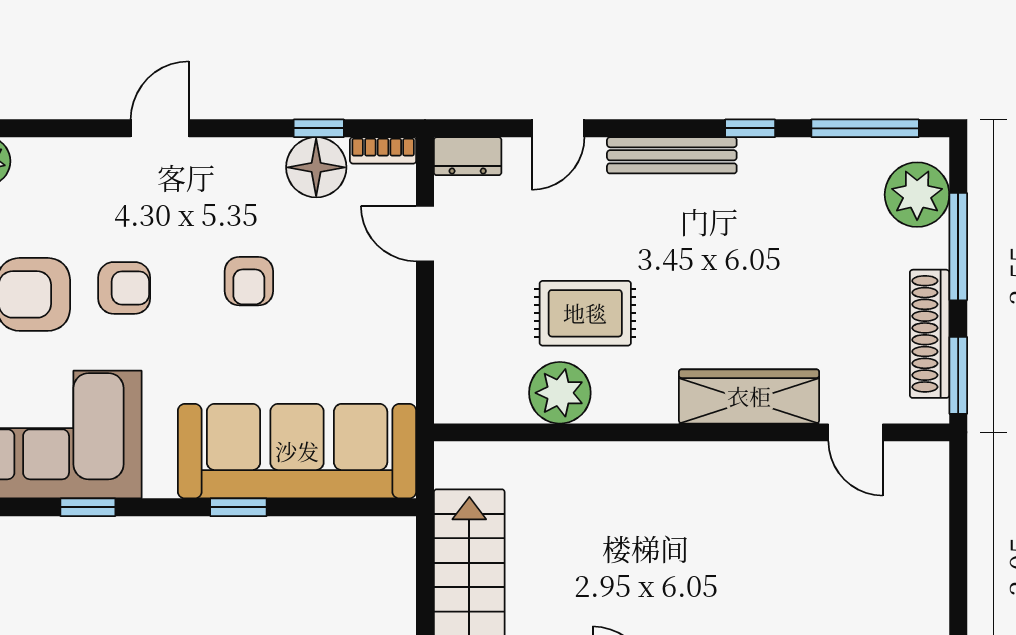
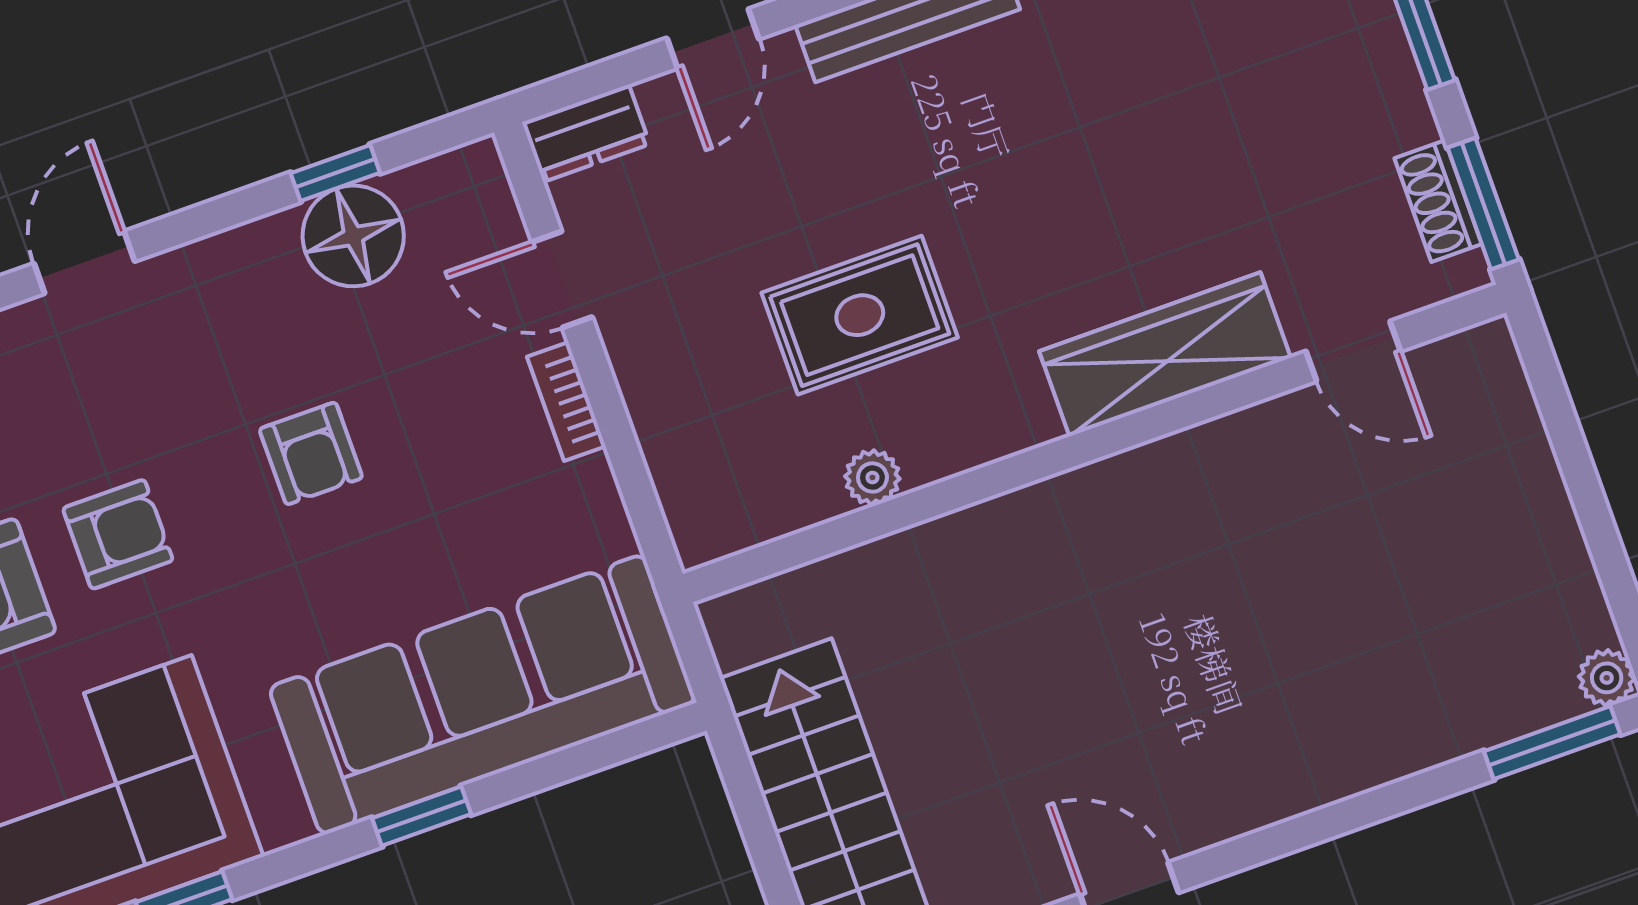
bookcase: (383, 150) -> (566, 402), moved, turned 90
shoe rack: (930, 334) -> (1438, 201), width x0.51, depth x0.81
plant: (560, 393) -> (872, 478), width x0.53, depth x0.53

